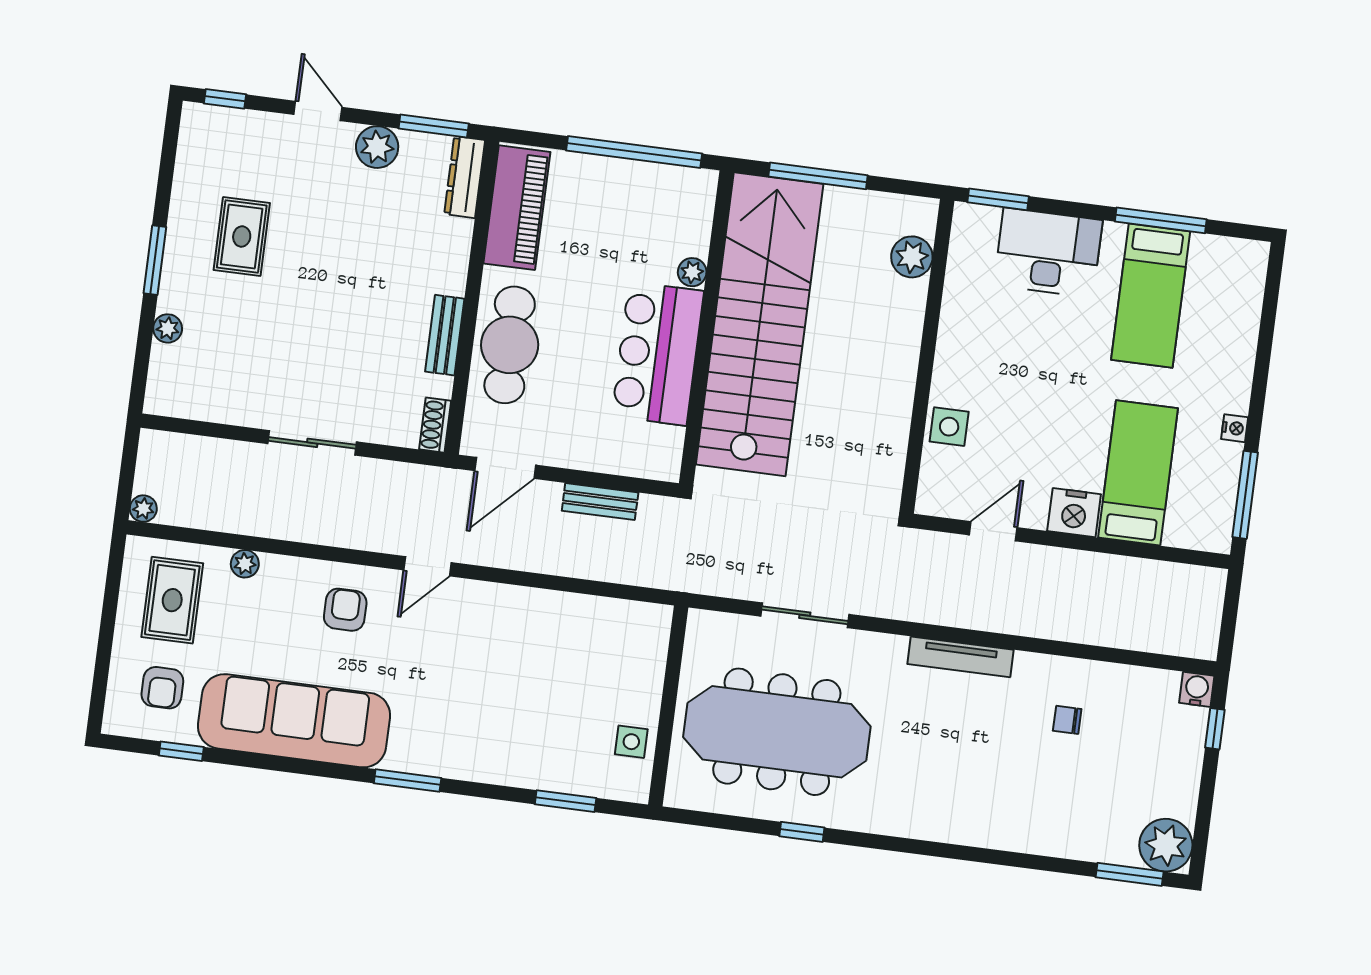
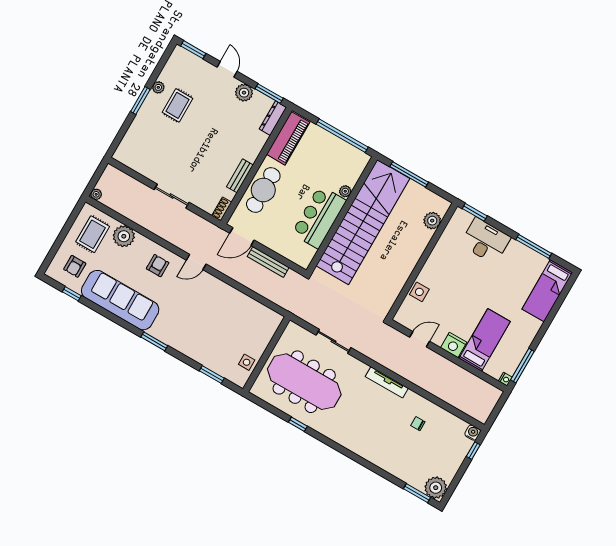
window: (225, 99) -> (193, 50), width x1.50
bed: (1151, 296) -> (547, 291), moved
plant: (168, 328) -> (158, 87), moved
nightstand: (1235, 428) -> (505, 379), moved
bench: (600, 502) -> (268, 262), width x1.36
plant: (245, 564) -> (124, 236), width x1.88, depth x1.88

